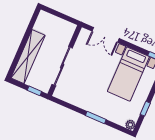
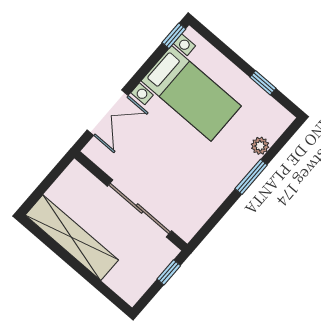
shelving: (28, 57) -> (72, 238), moved
plant: (130, 125) -> (260, 146), moved

